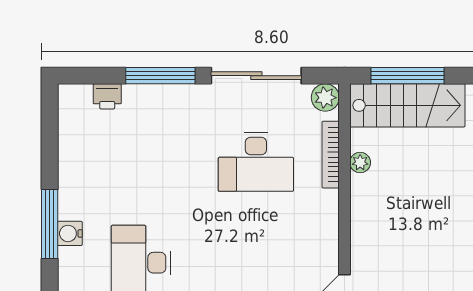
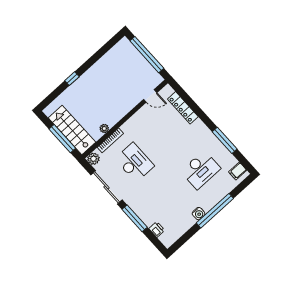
window: (50, 224) -> (215, 211), width x1.46
water cooler: (70, 233) -> (199, 214), moved

